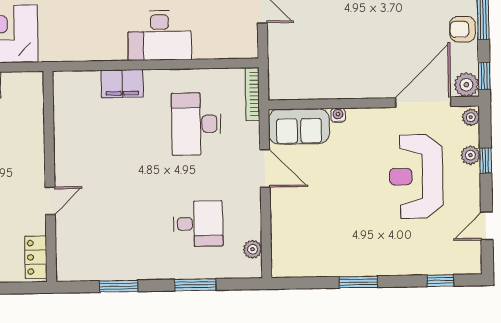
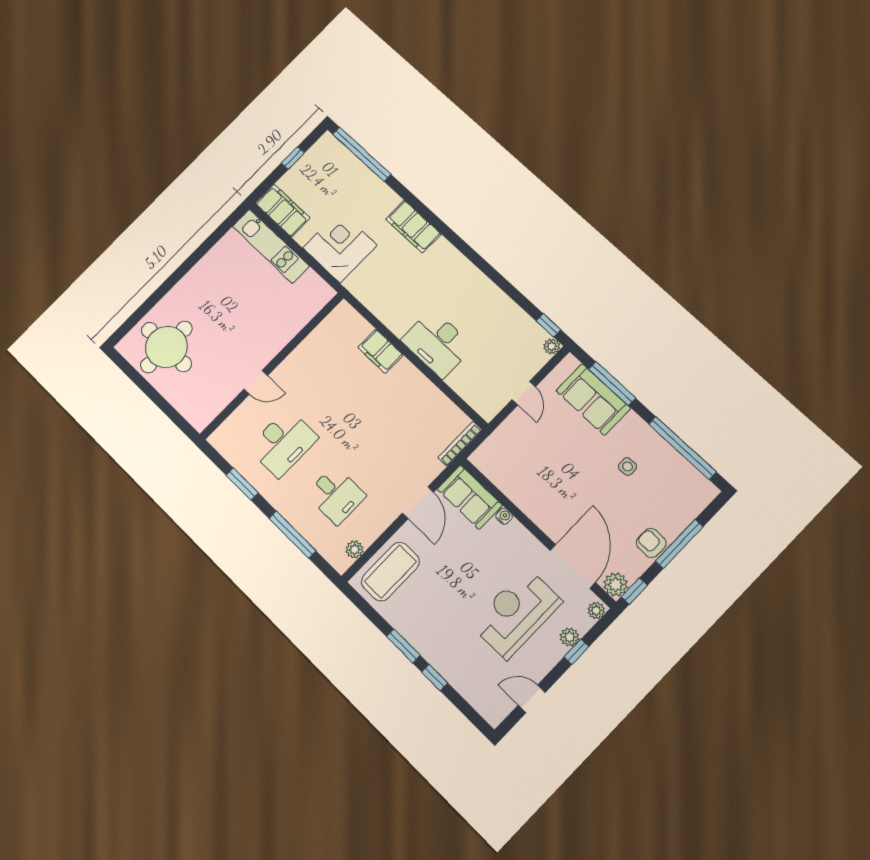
door: (423, 102) -> (573, 566), hinge flipped
desk: (196, 124) -> (283, 443), moved, turned 180
coffee table: (295, 239) -> (390, 572), added
locker: (36, 257) -> (209, 410), removed
window: (440, 281) -> (435, 677), moved
window: (195, 285) -> (292, 535), width x1.44

